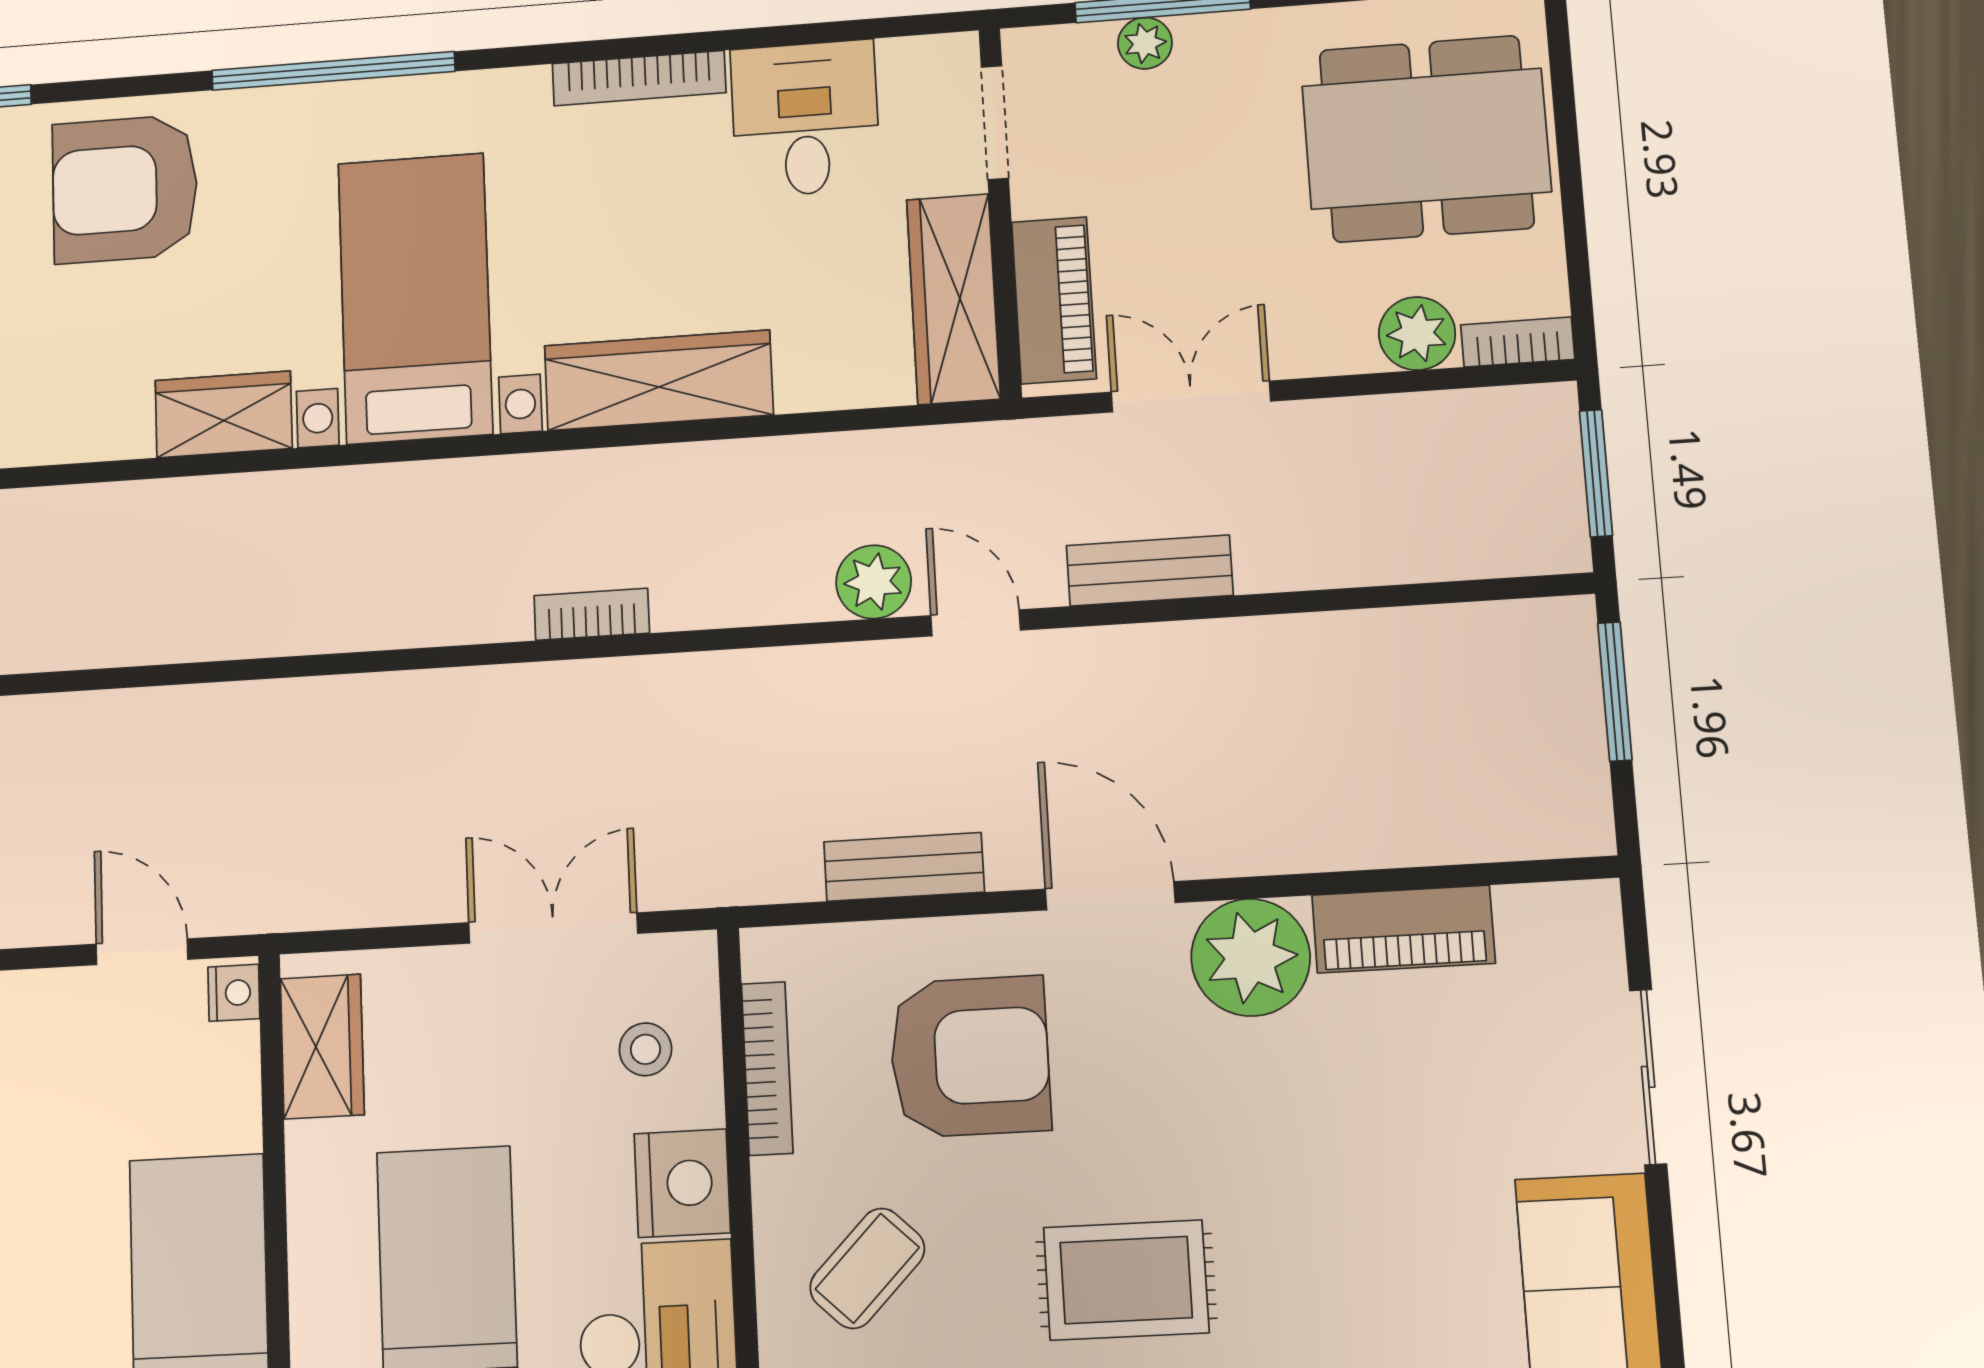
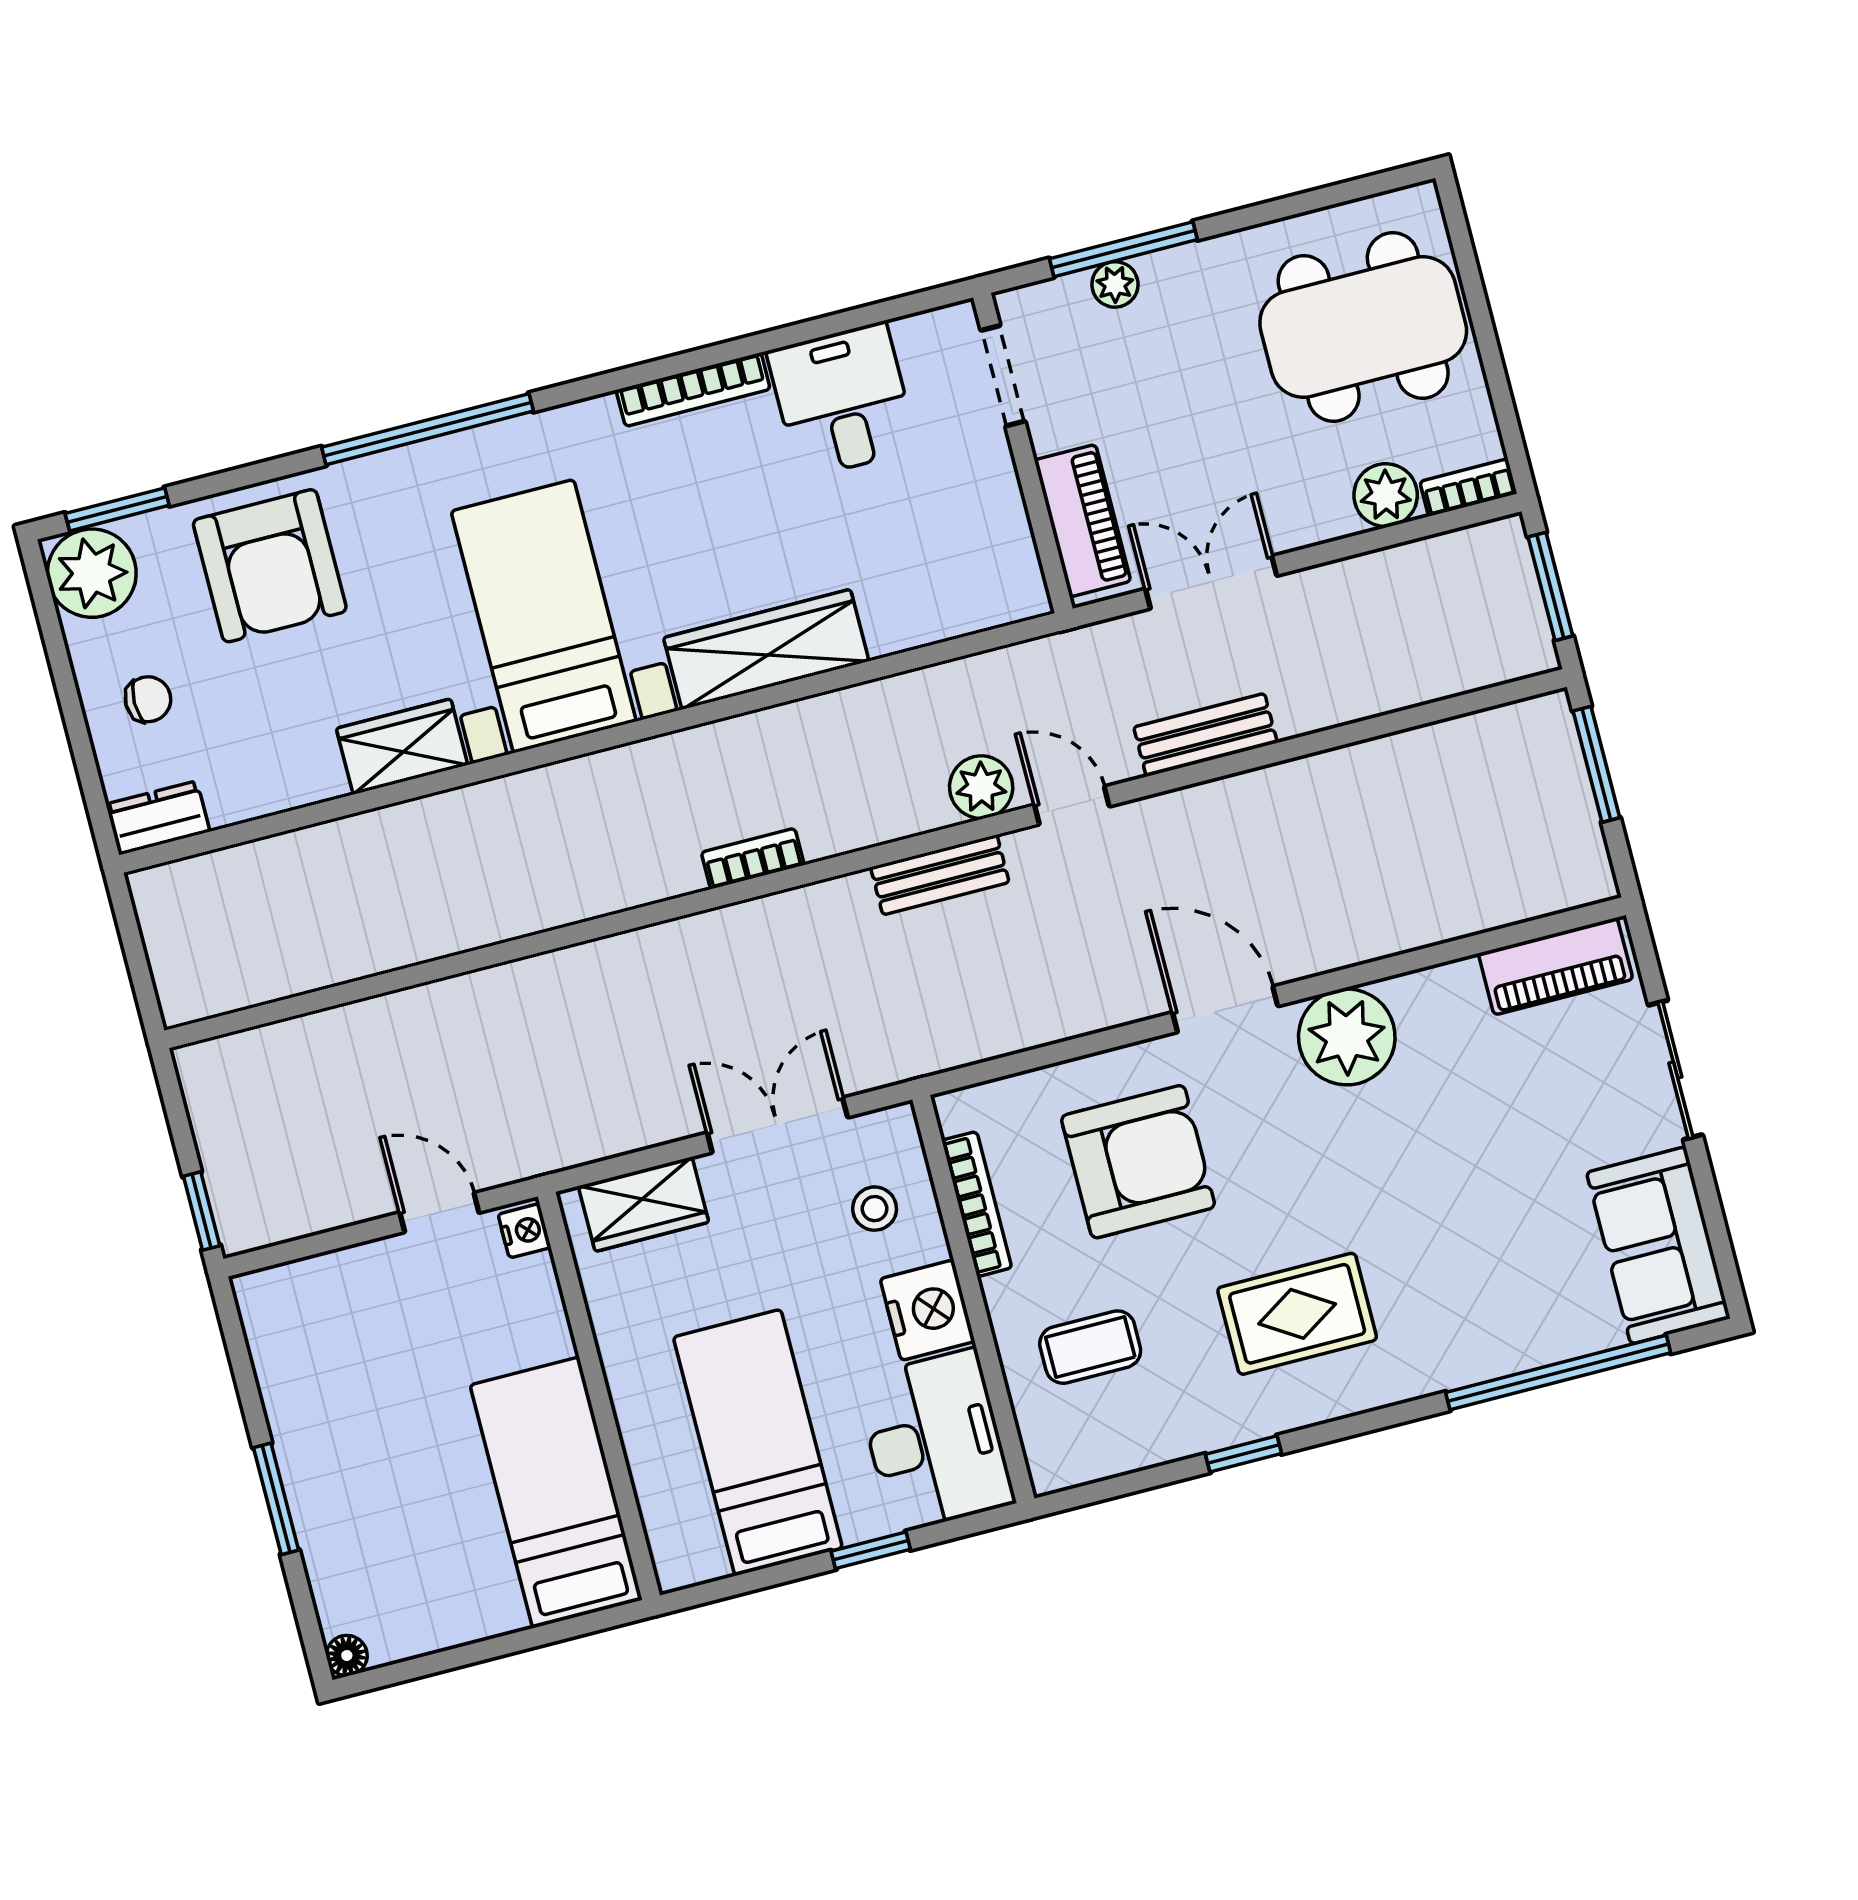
armchair: (125, 189) -> (270, 566), turned -90
wardrobe: (953, 299) -> (999, 535), removed
bench: (904, 867) -> (940, 875), moved
piano: (1403, 929) -> (1556, 966), moved
wardrobe: (322, 1047) -> (644, 1204), moved, turned 90
coffee table: (867, 1268) -> (1090, 1347), turned 46

